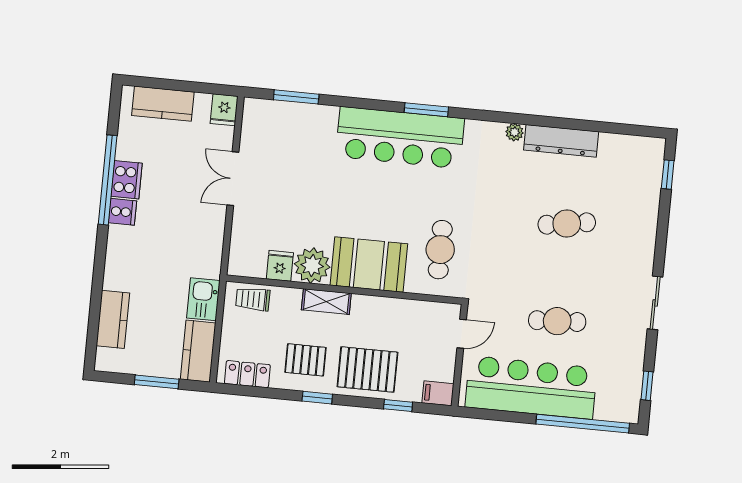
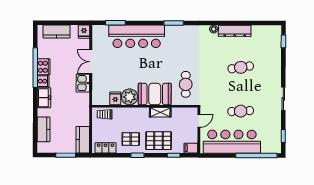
bar counter: (400, 138) -> (137, 36), moved
freezer: (121, 249) -> (44, 98), added
kitchen sink: (203, 299) -> (83, 83), moved
shelving: (326, 302) -> (160, 112), moved

